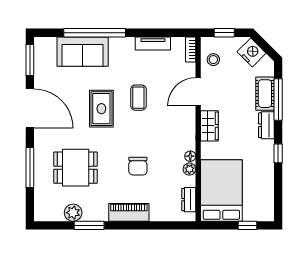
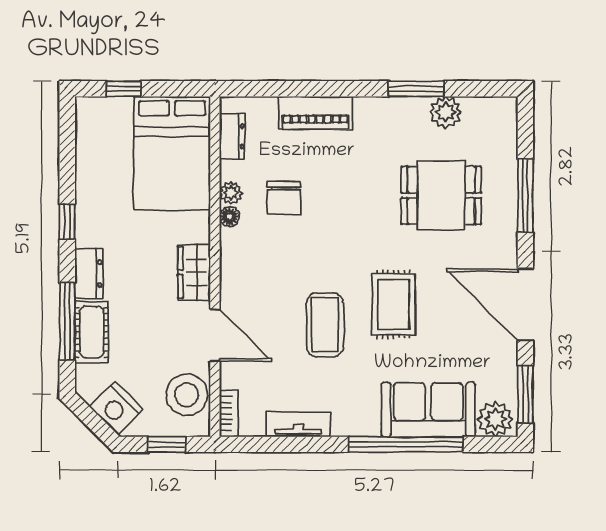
plant: (46, 46) -> (495, 419), added
stool: (213, 60) -> (187, 395), width x1.89, depth x1.89
door: (198, 92) -> (215, 335), hinge flipped
coffee table: (138, 98) -> (325, 325), width x1.36, depth x1.30
chair: (138, 166) -> (284, 198), moved, turned 180
piano: (129, 212) -> (315, 113), moved

